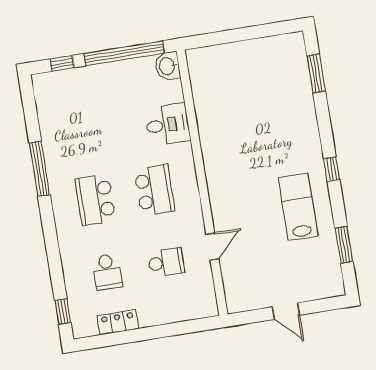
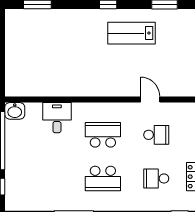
school desk: (166, 262) -> (156, 135), turned 90
school desk: (107, 272) -> (156, 178), turned 180

